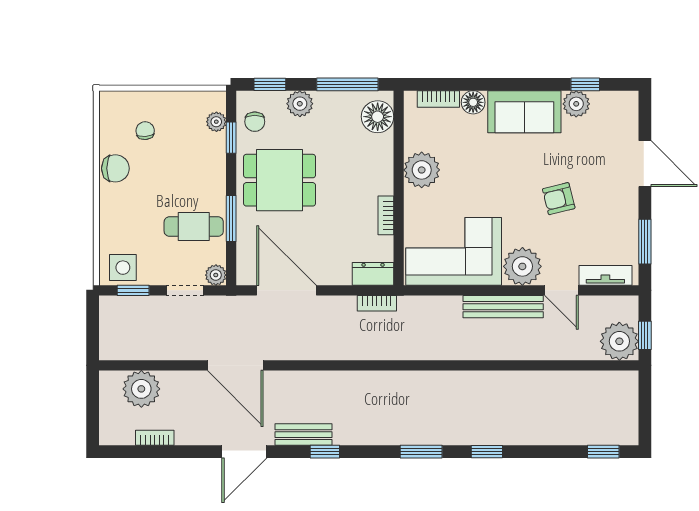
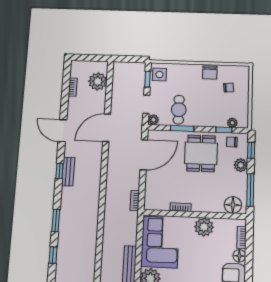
dresser: (373, 274) -> (150, 199), removed
bench: (304, 435) -> (68, 172), moved

